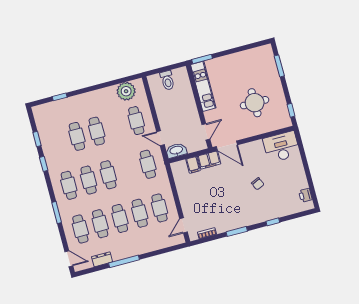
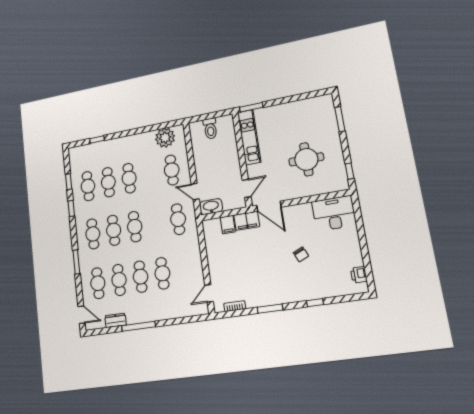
cafe table: (160, 208) -> (88, 186), moved

